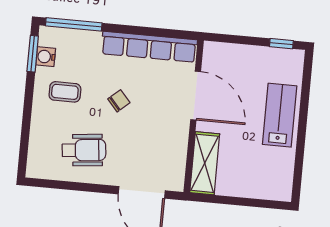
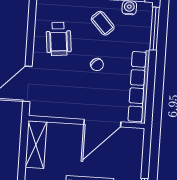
coffee table: (65, 92) -> (103, 23), turned -43
shelving: (205, 163) -> (36, 145), moved, turned 90

